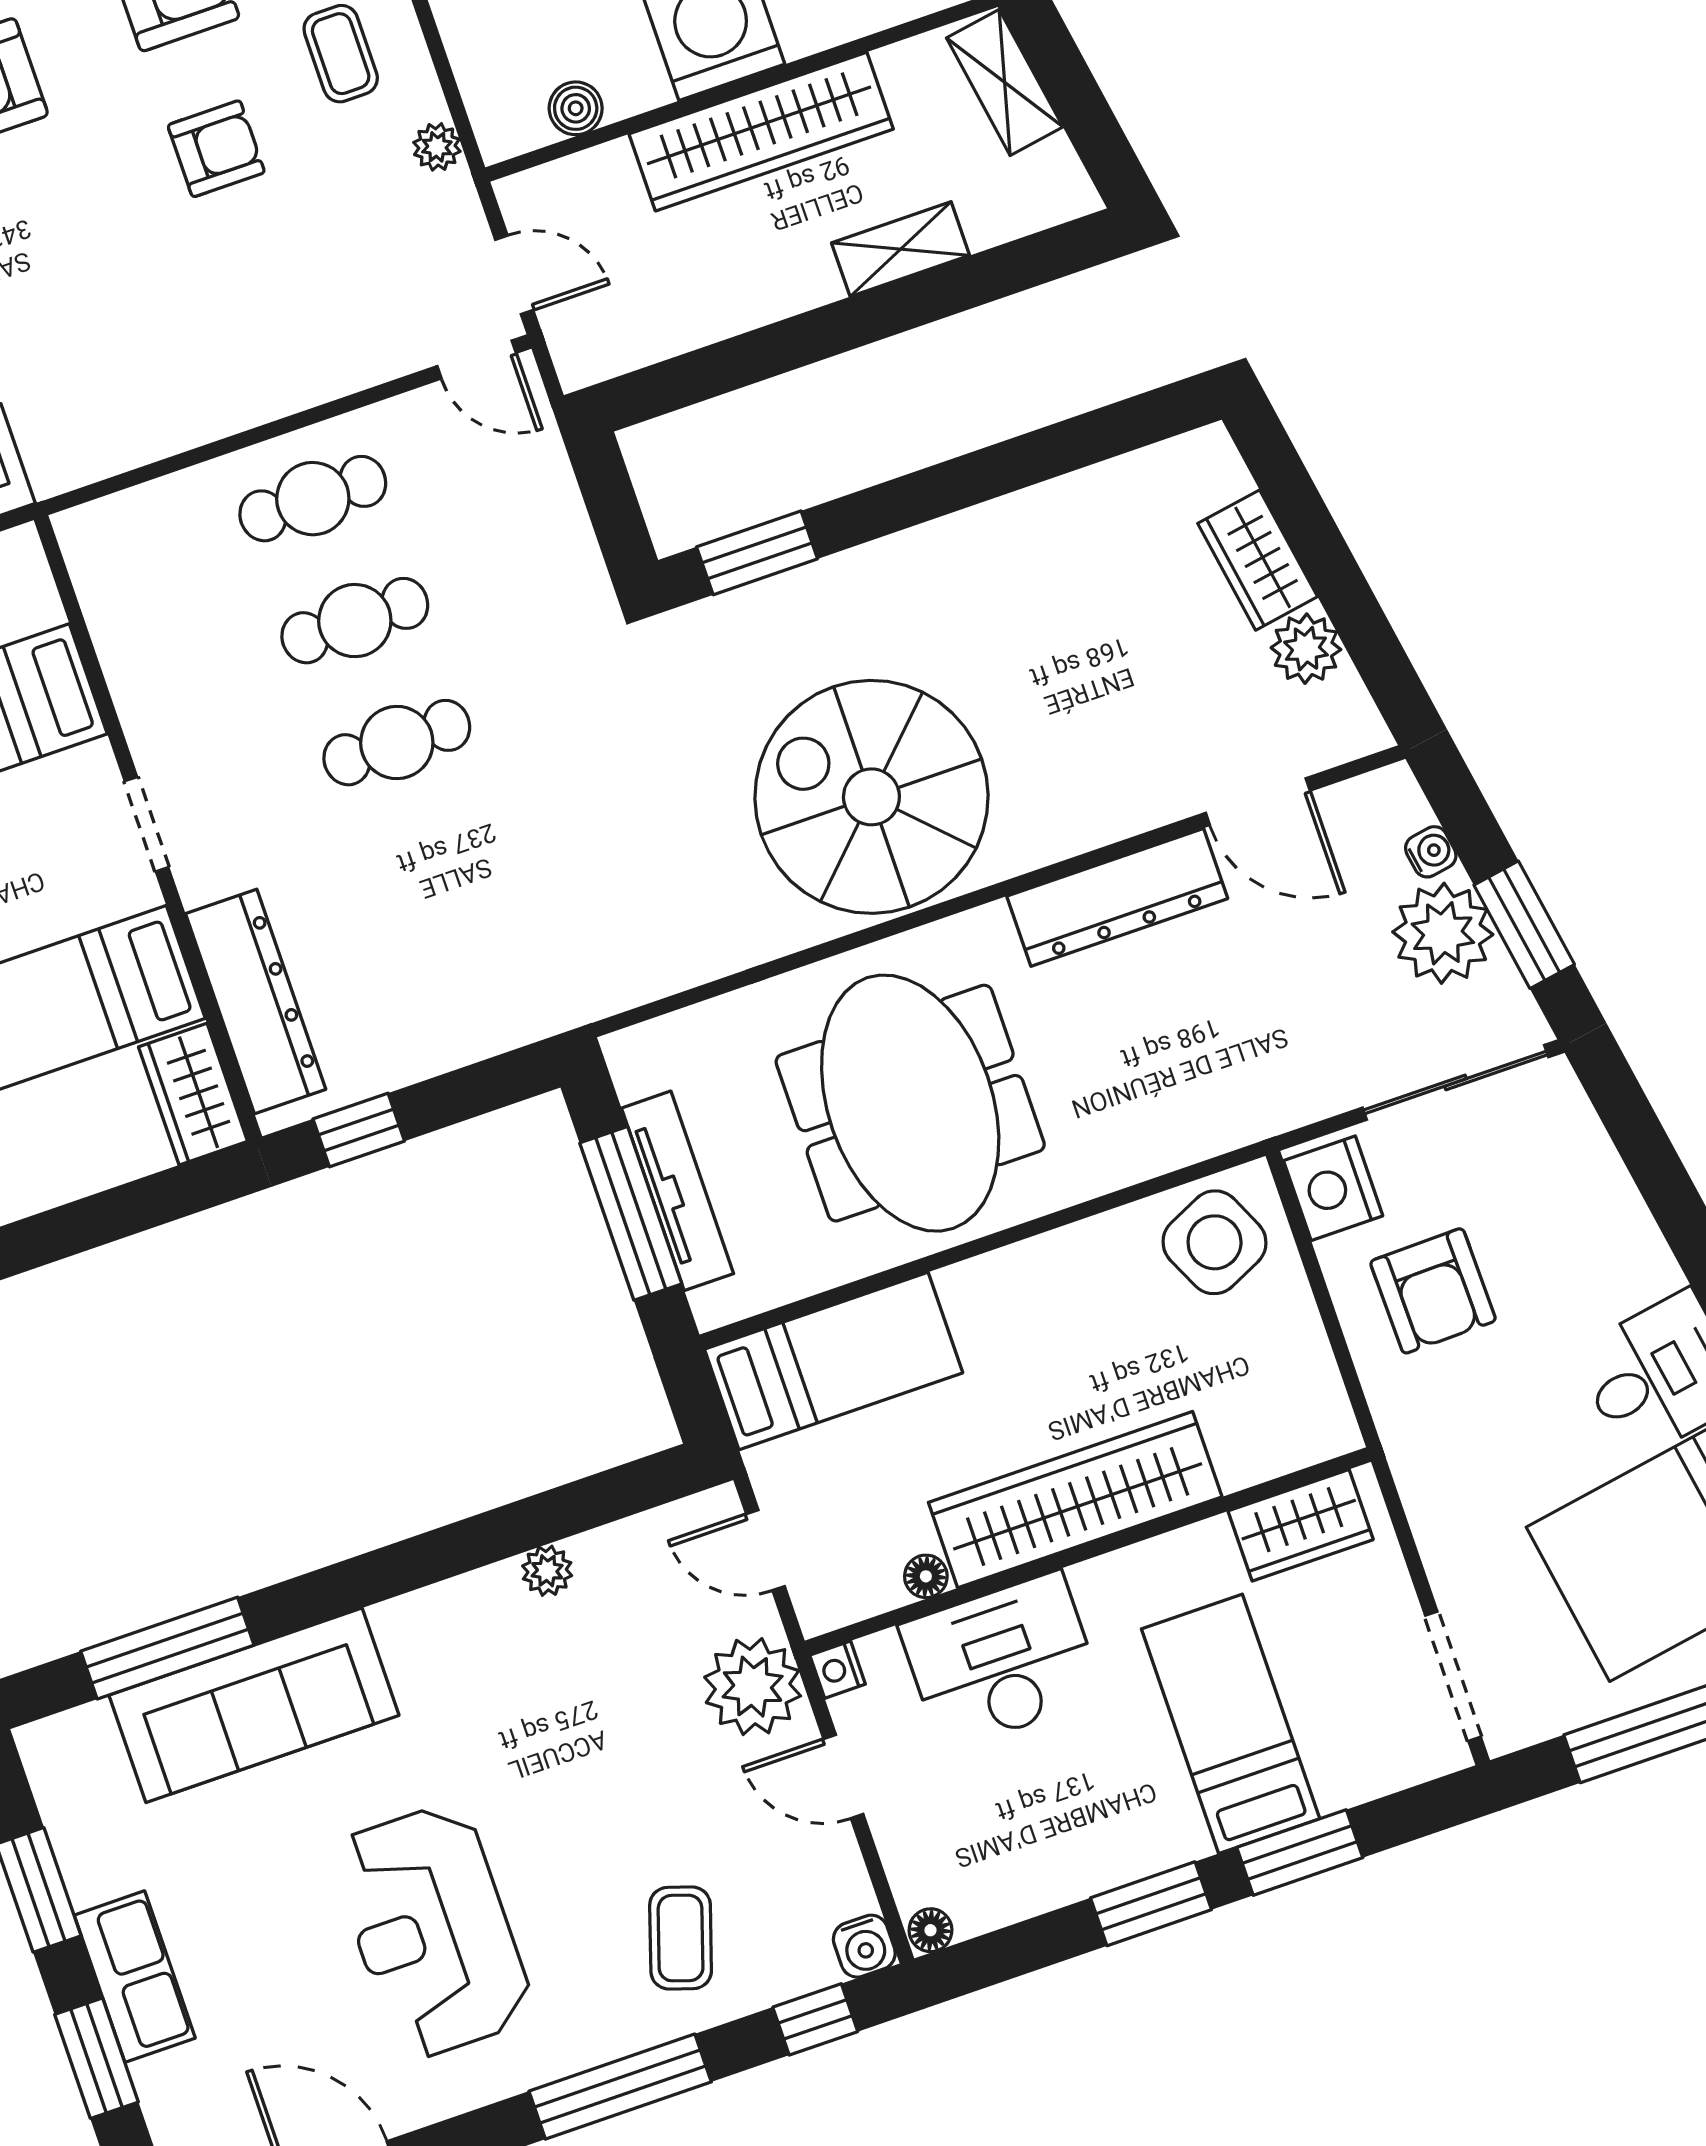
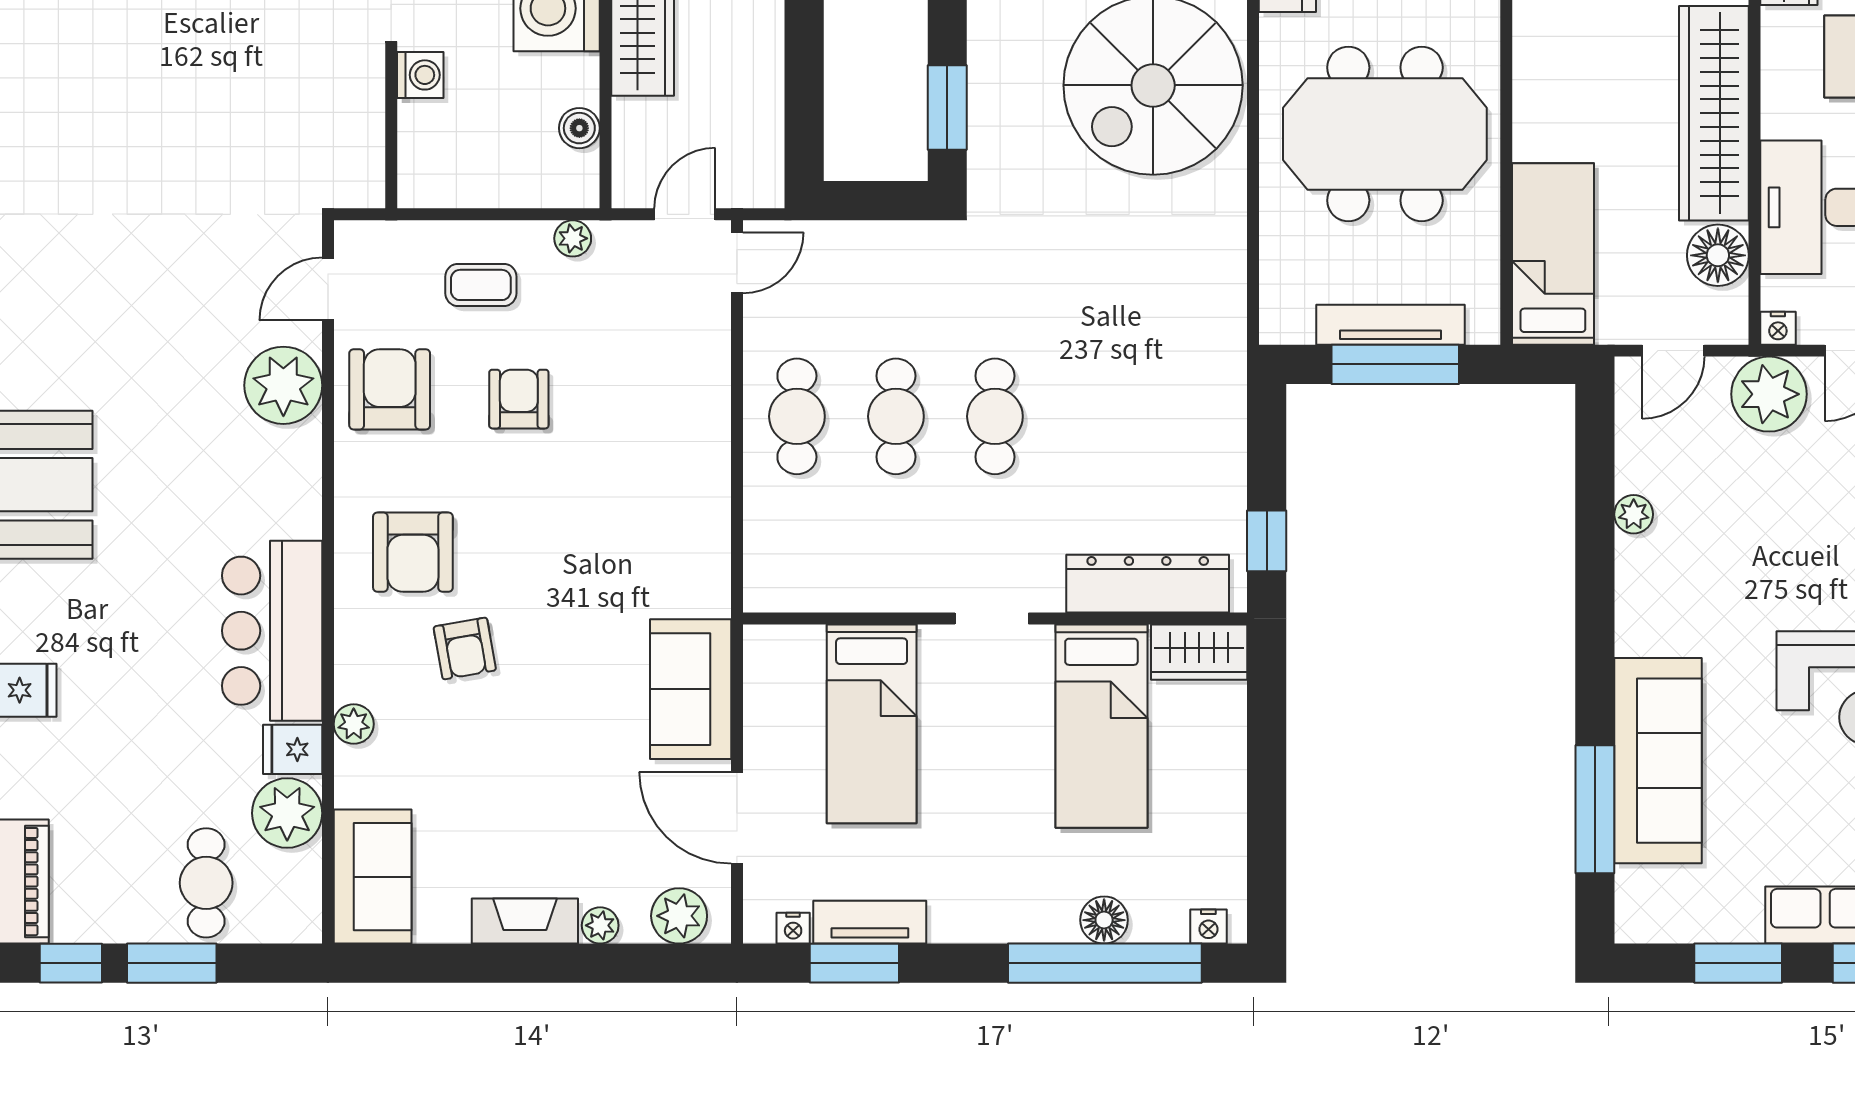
floor lamp: (926, 1576) -> (1718, 255), width x1.89, depth x1.89

